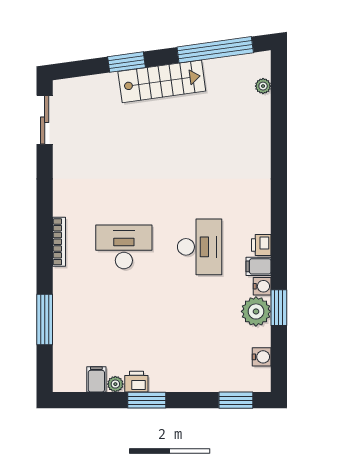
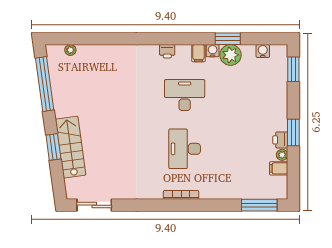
stairs: (162, 81) -> (71, 147), moved
printer: (261, 245) -> (167, 51), moved
window: (45, 320) -> (259, 205), moved

